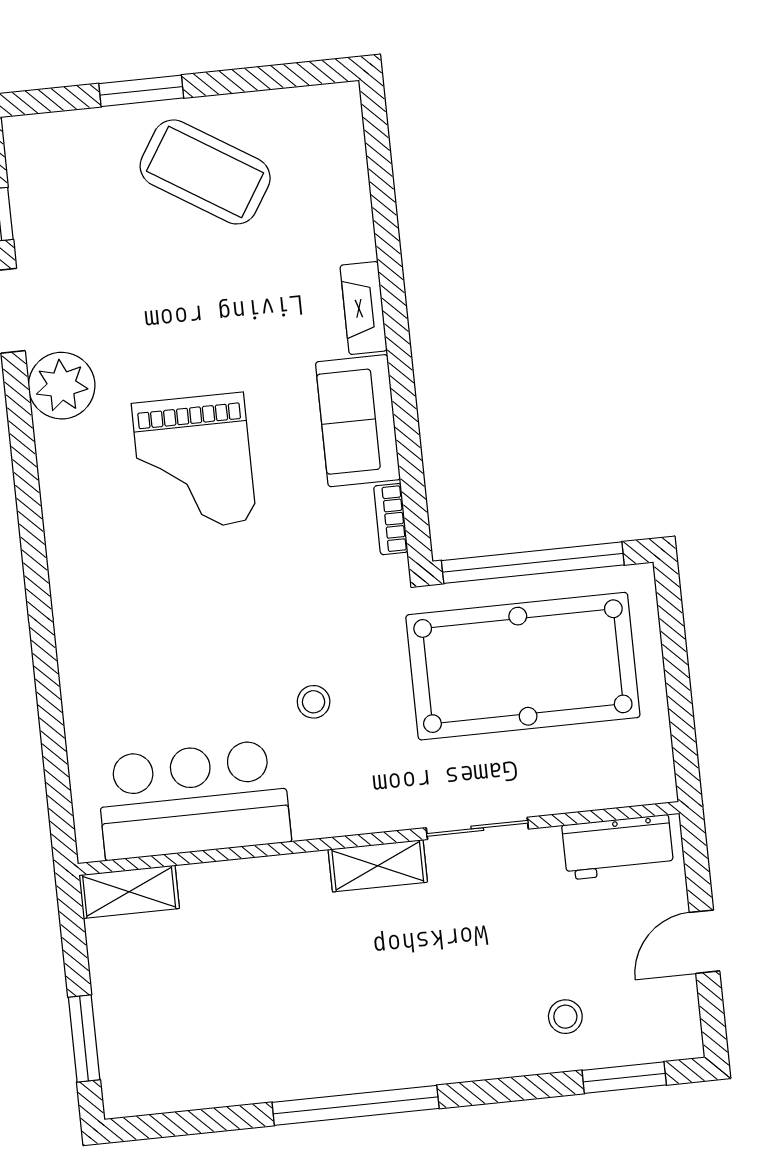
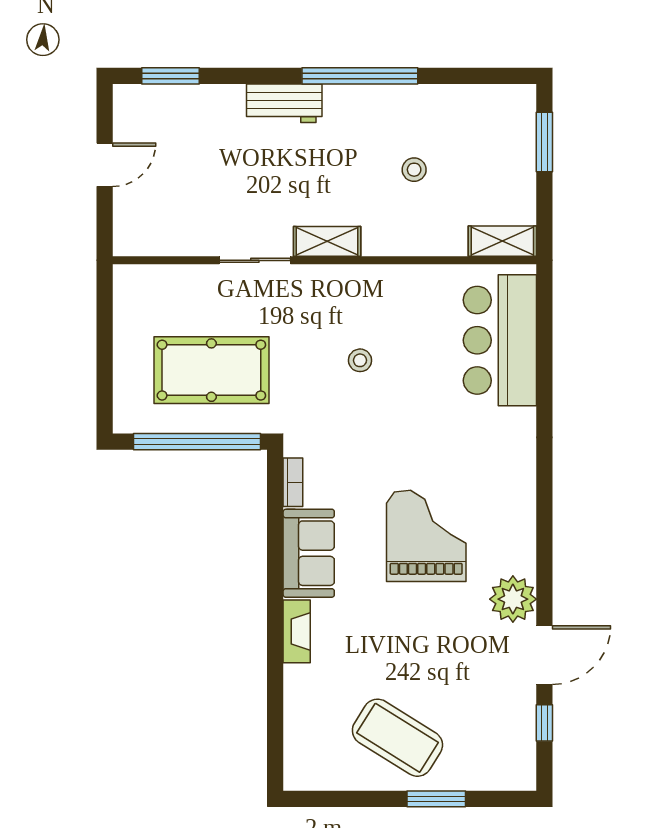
pool table: (523, 666) -> (211, 370), width x0.73, depth x0.76
bar counter: (194, 800) -> (500, 340), moved, turned 90
workbench: (618, 847) -> (284, 103), moved, turned 180
stool: (565, 1017) -> (414, 170), moved

